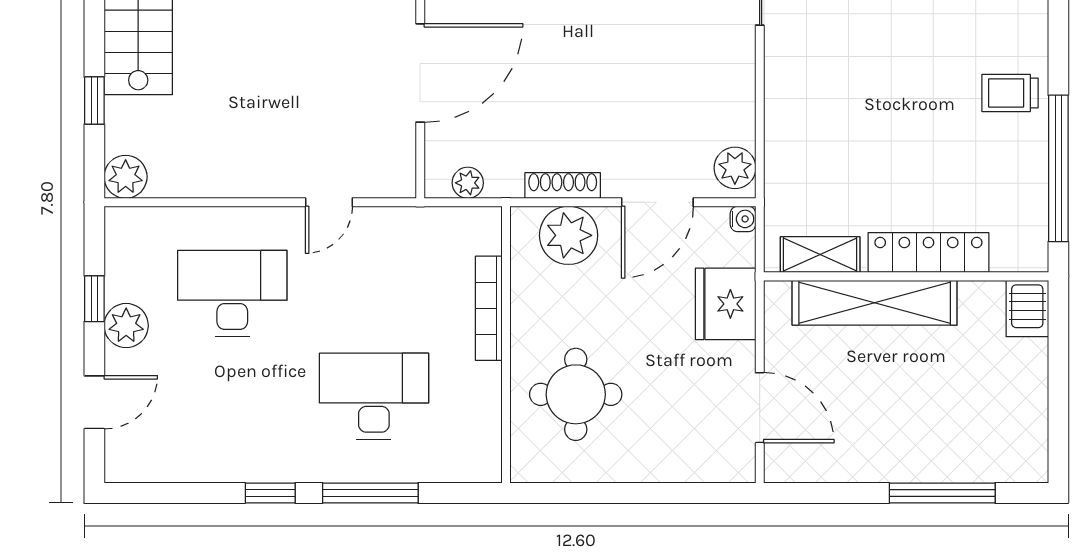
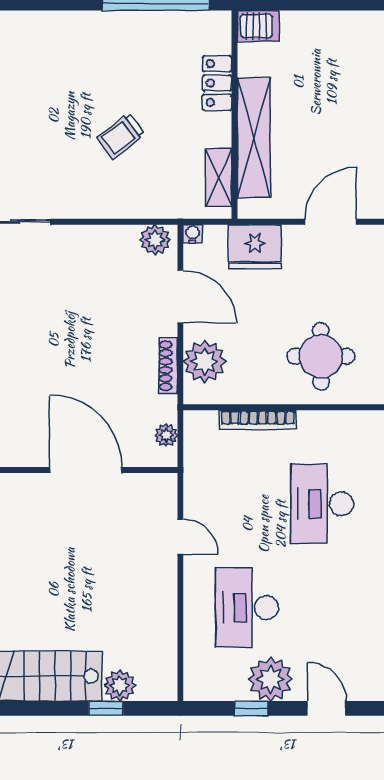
trolley: (1010, 93) -> (121, 136), moved, turned 53
plant: (126, 177) -> (120, 686), moved
locker: (928, 253) -> (217, 83), width x0.66
plant: (126, 326) -> (271, 679), width x1.36, depth x1.36

